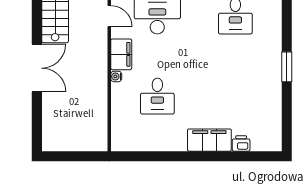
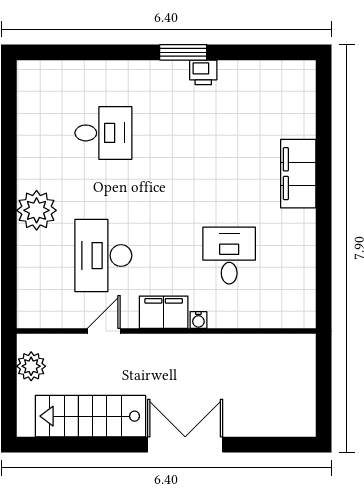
desk: (157, 96) -> (229, 256), turned -90
printer: (241, 143) -> (203, 72), moved, turned -90

